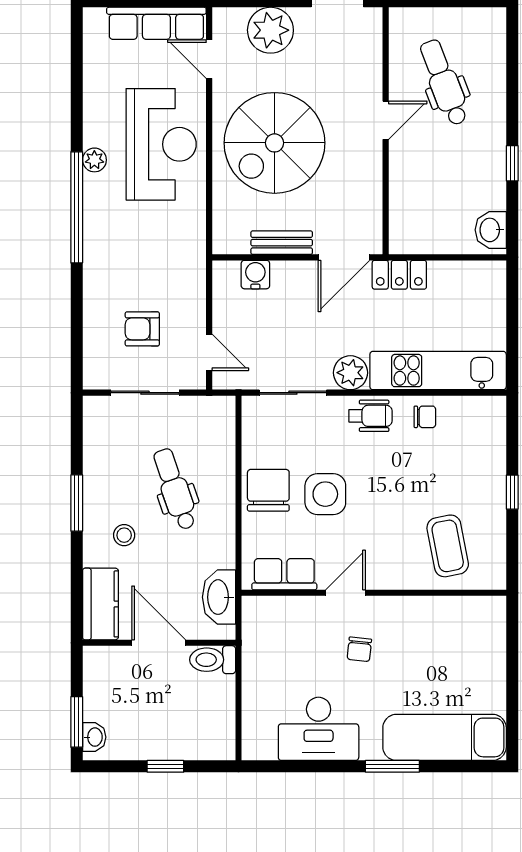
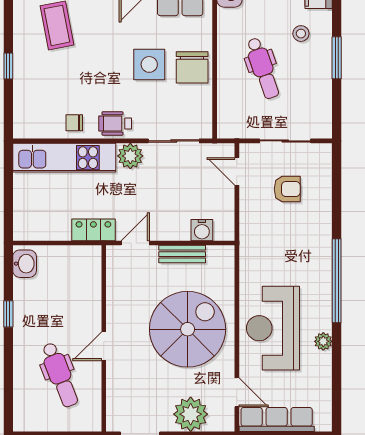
plant: (94, 160) -> (323, 341), moved
door: (344, 257) -> (135, 243), width x0.73

